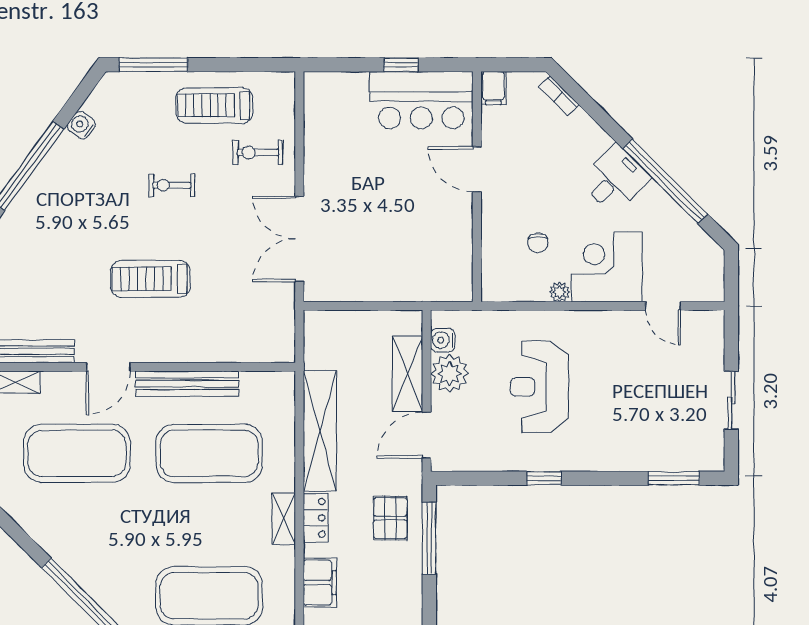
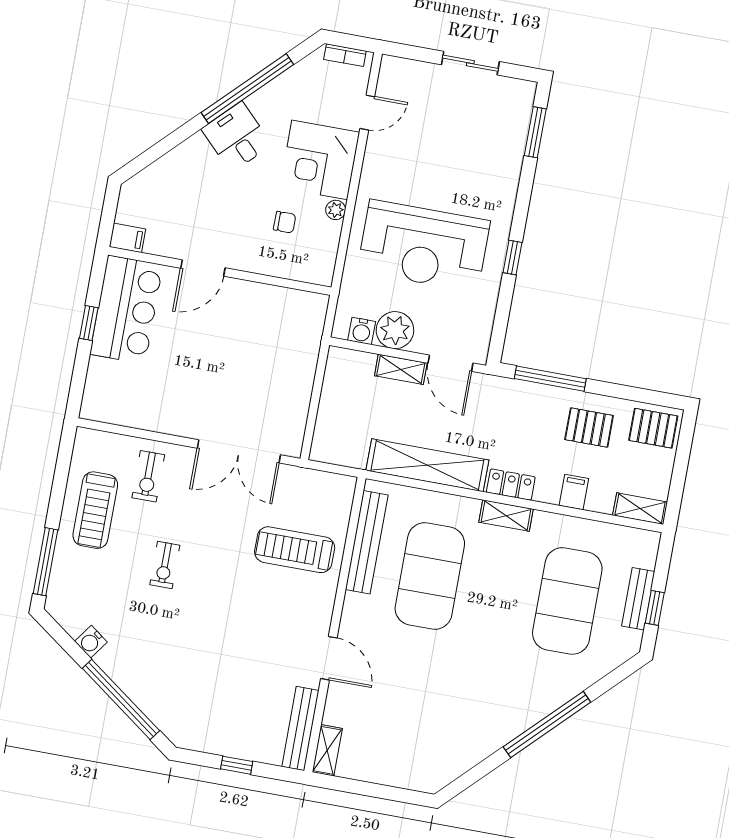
bookcase: (559, 96) -> (345, 55), moved, turned 45
treadmill: (150, 279) -> (295, 550), moved, turned 90
shelving: (407, 374) -> (401, 369), width x0.67, depth x0.75
bench: (187, 384) -> (367, 542), moved
reception desk: (539, 387) -> (424, 246), width x1.36, depth x1.30
exercise mat: (77, 453) -> (407, 704), removed
pallet: (390, 518) -> (589, 428), moved
filing cabinet: (320, 583) -> (574, 492), width x0.50

